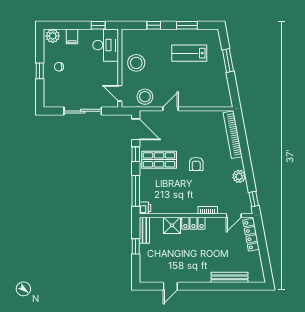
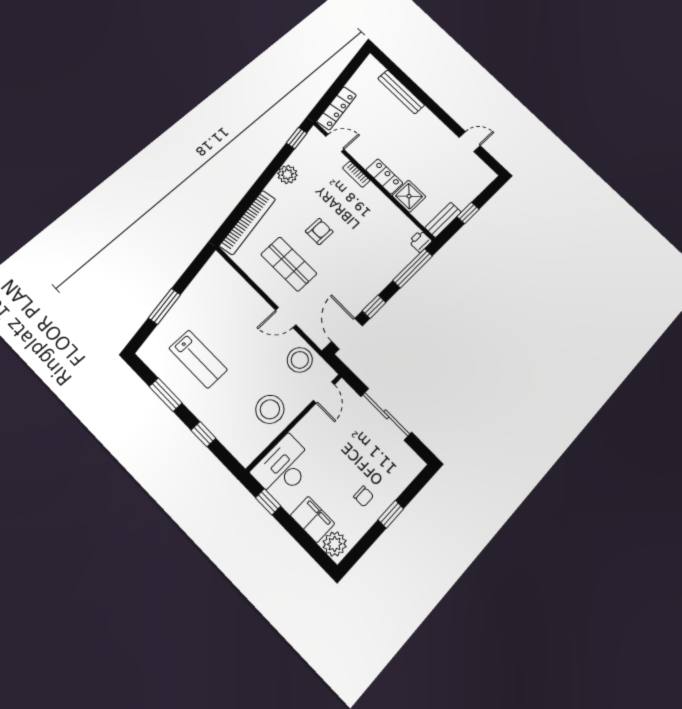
filing cabinet: (72, 36) -> (312, 519), width x2.00
shop shelf: (159, 160) -> (289, 264), moved

